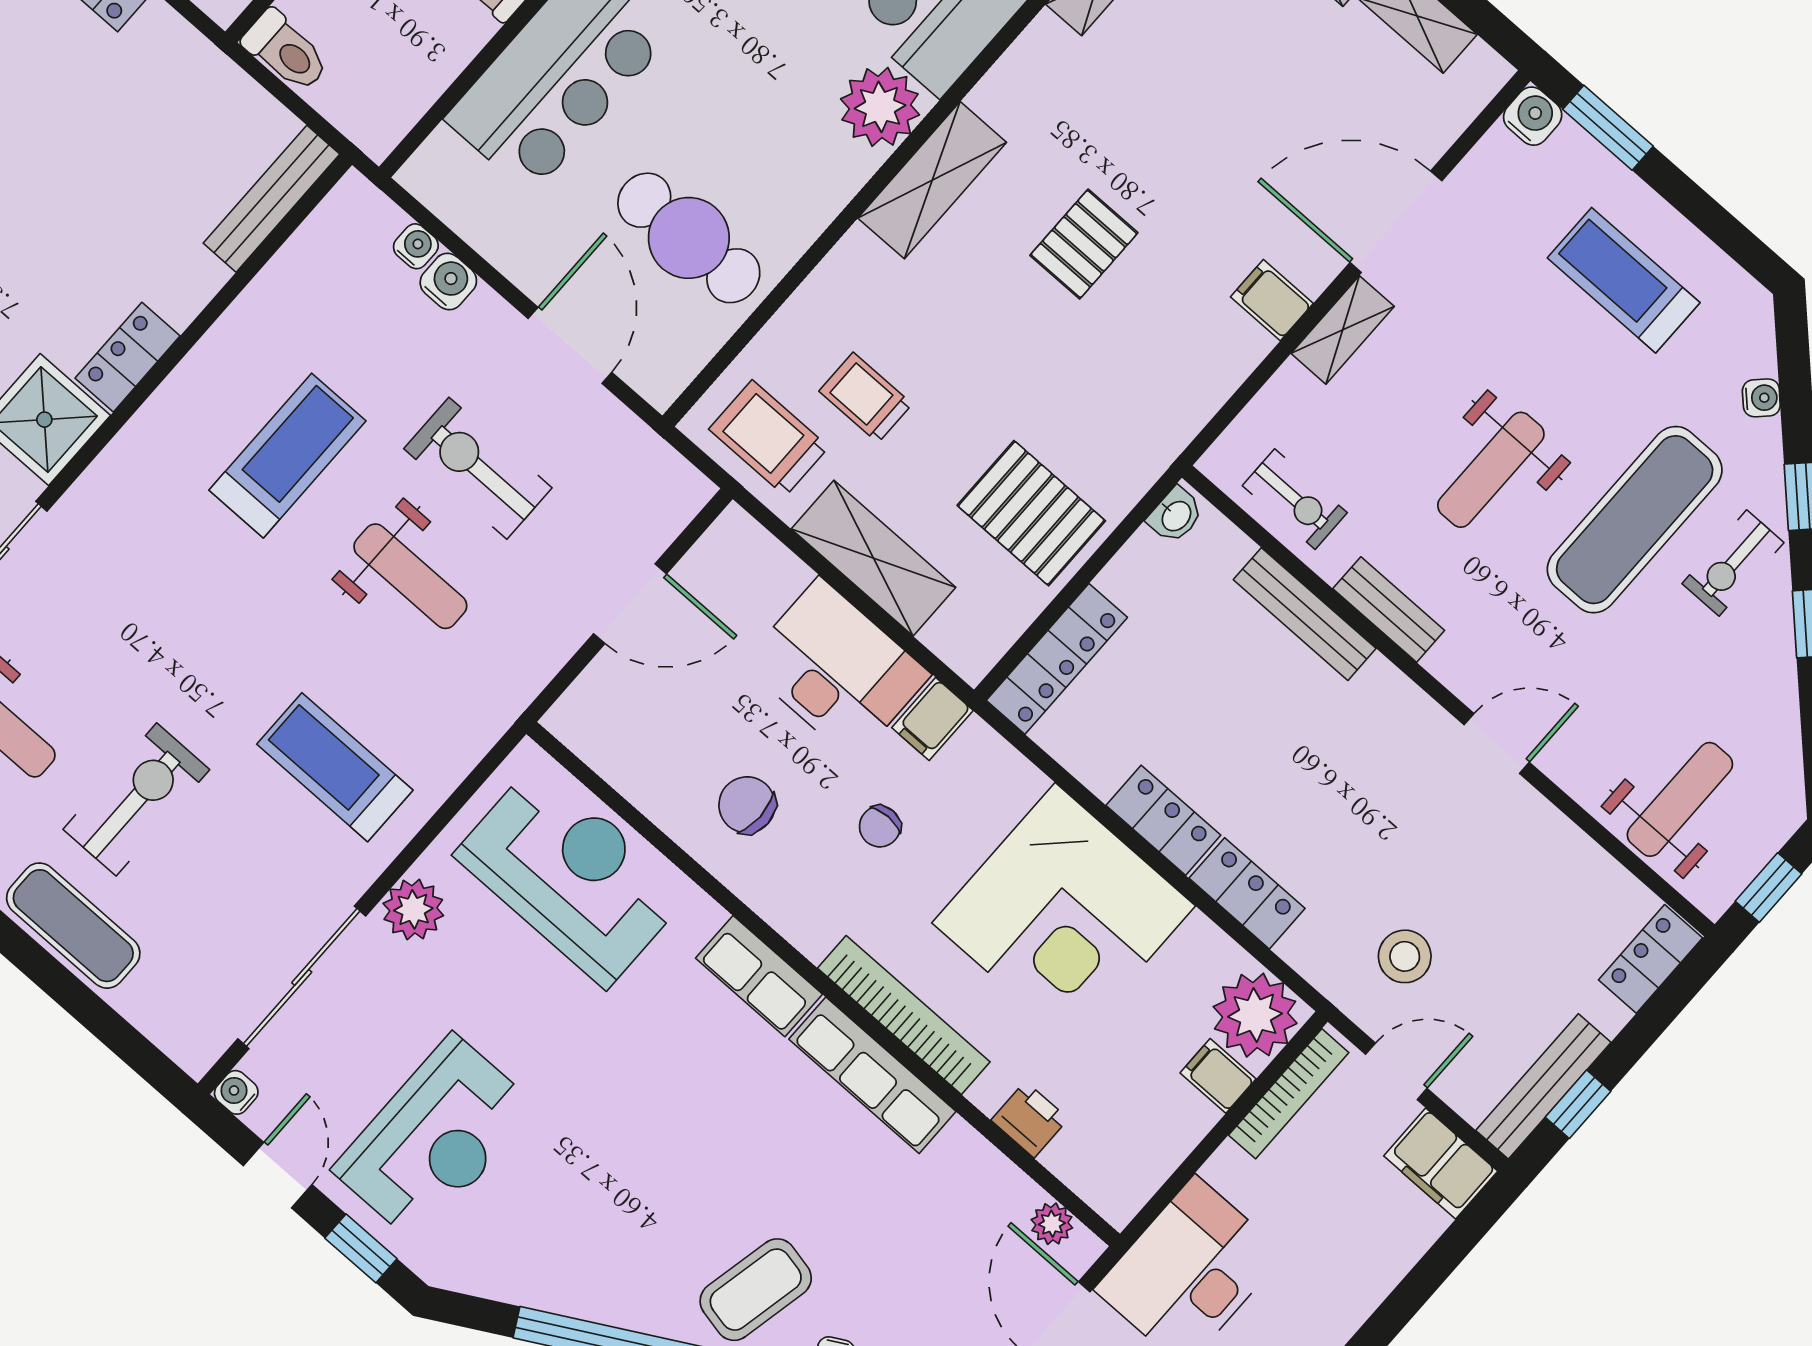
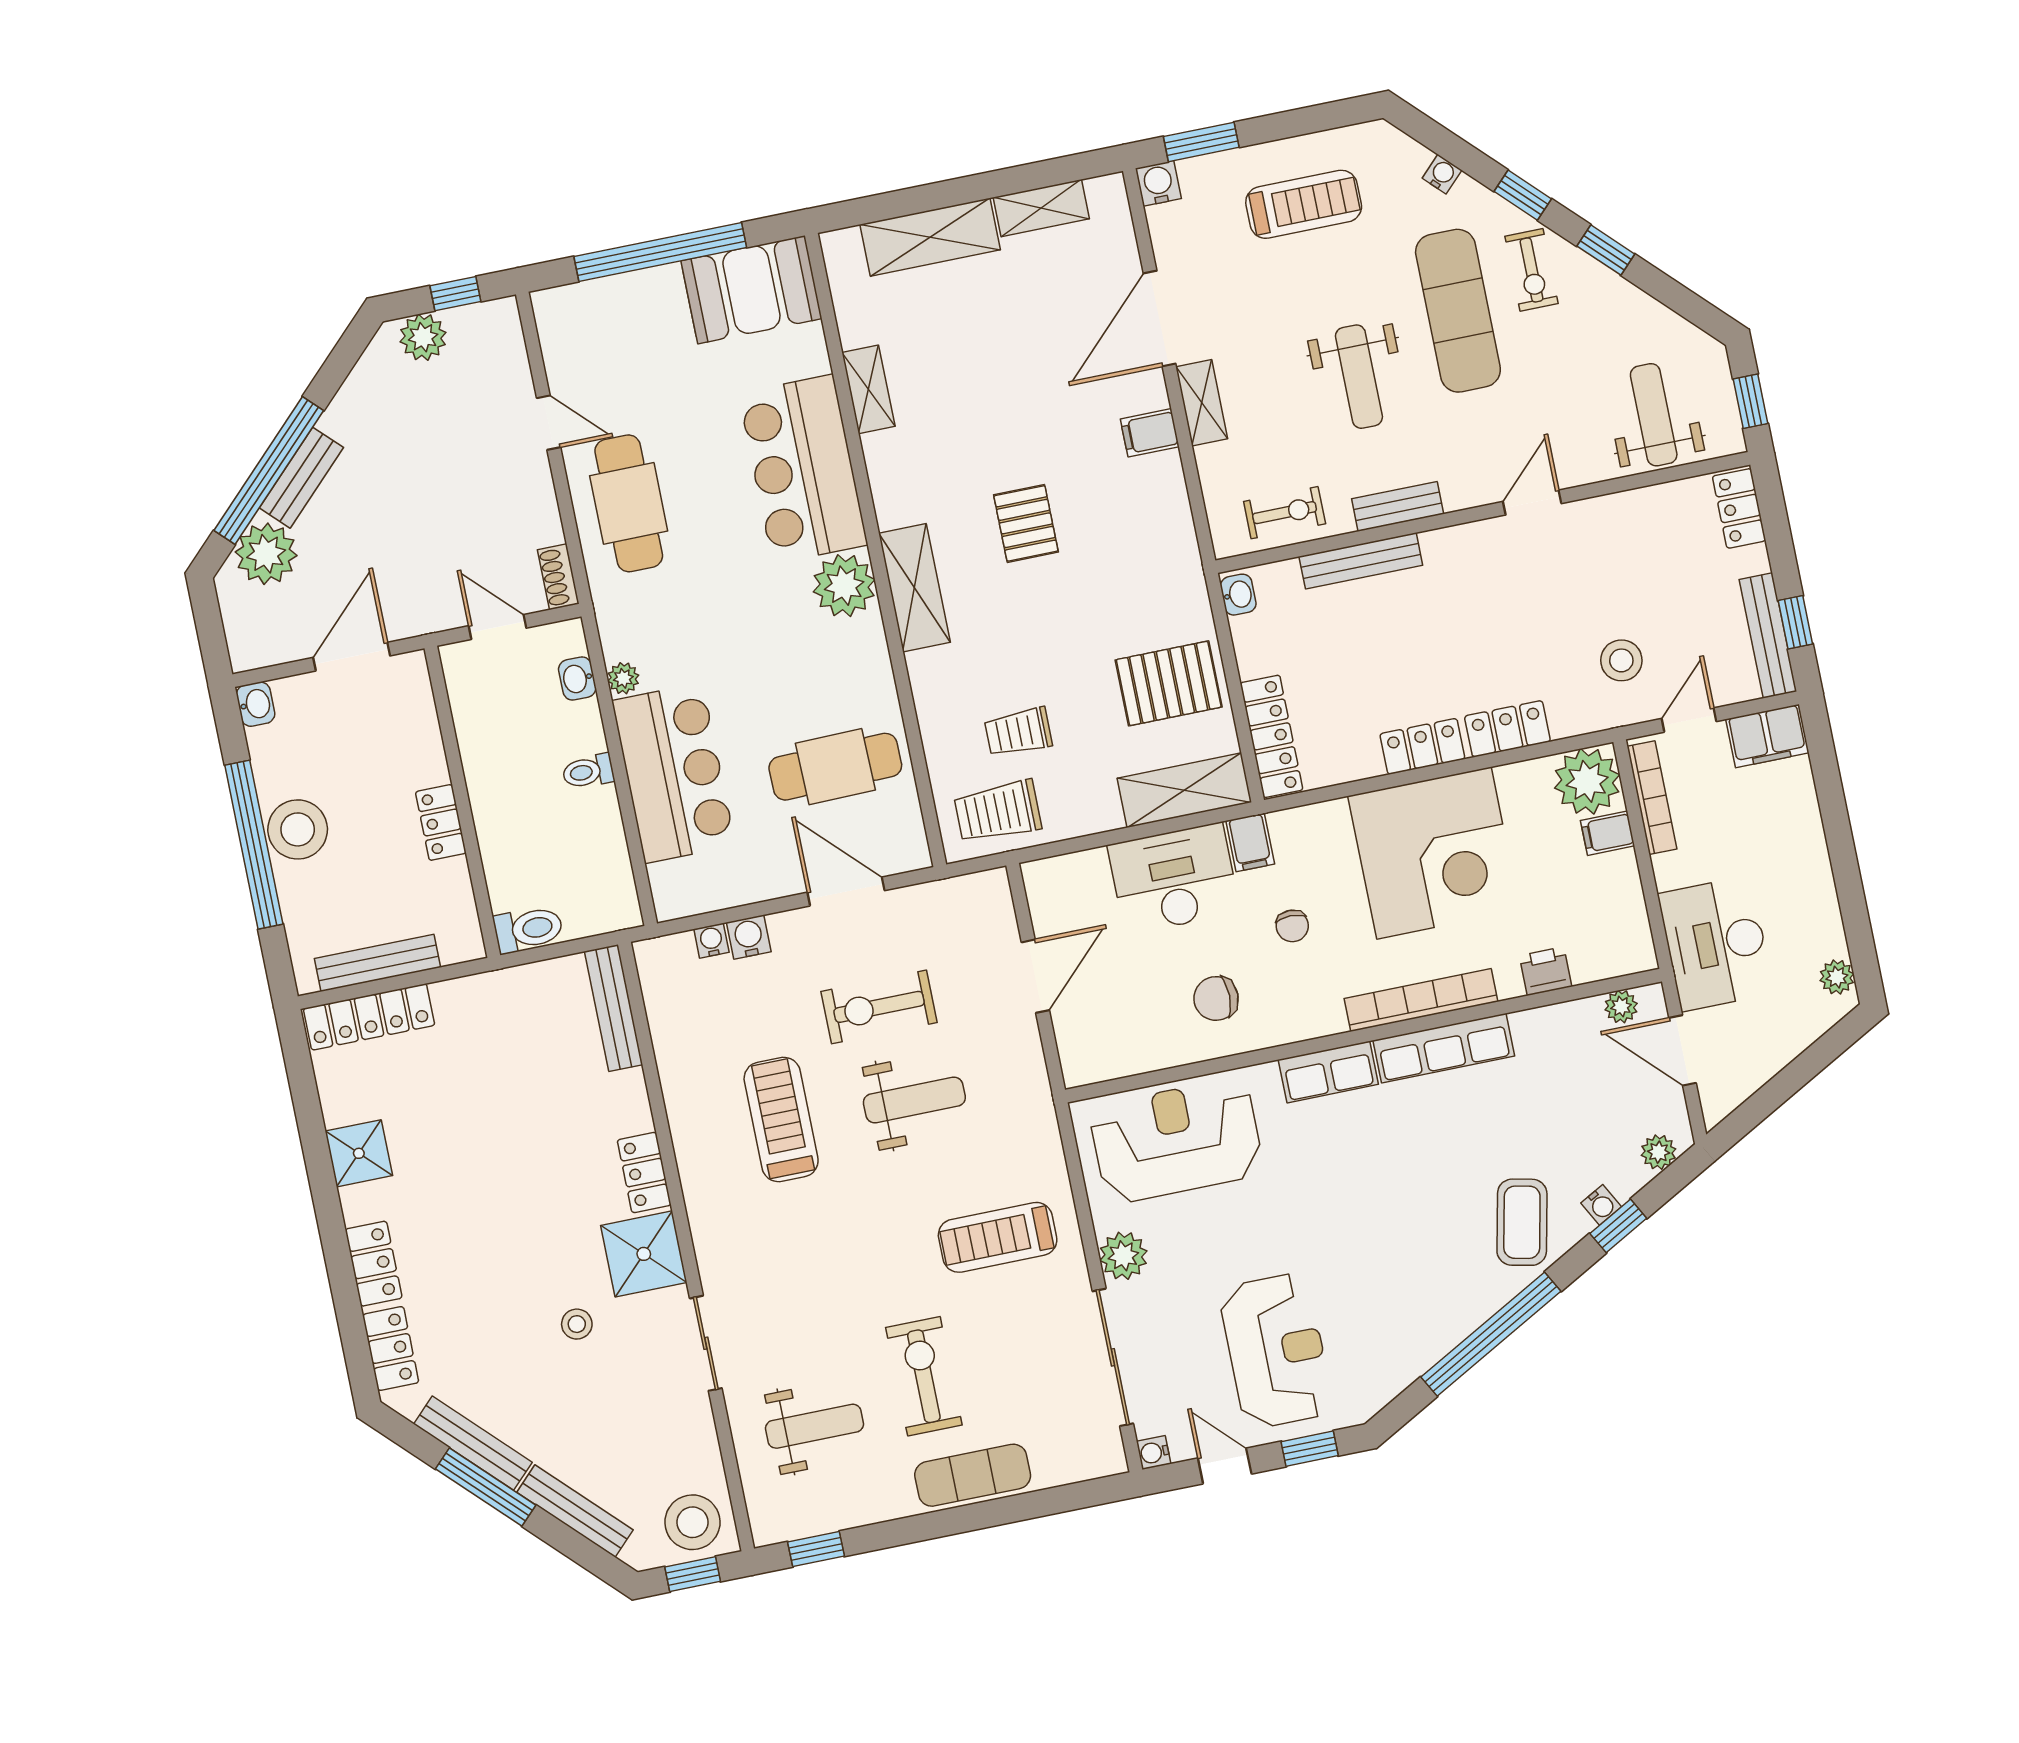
treadmill: (1624, 280) -> (1304, 204), turned 180
shelving: (874, 558) -> (1184, 790), moved

